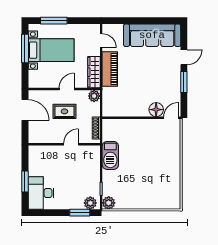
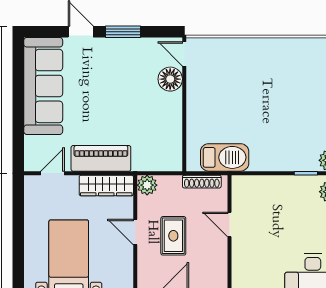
window: (54, 21) -> (18, 254), removed
barbecue: (110, 155) -> (225, 157), moved

